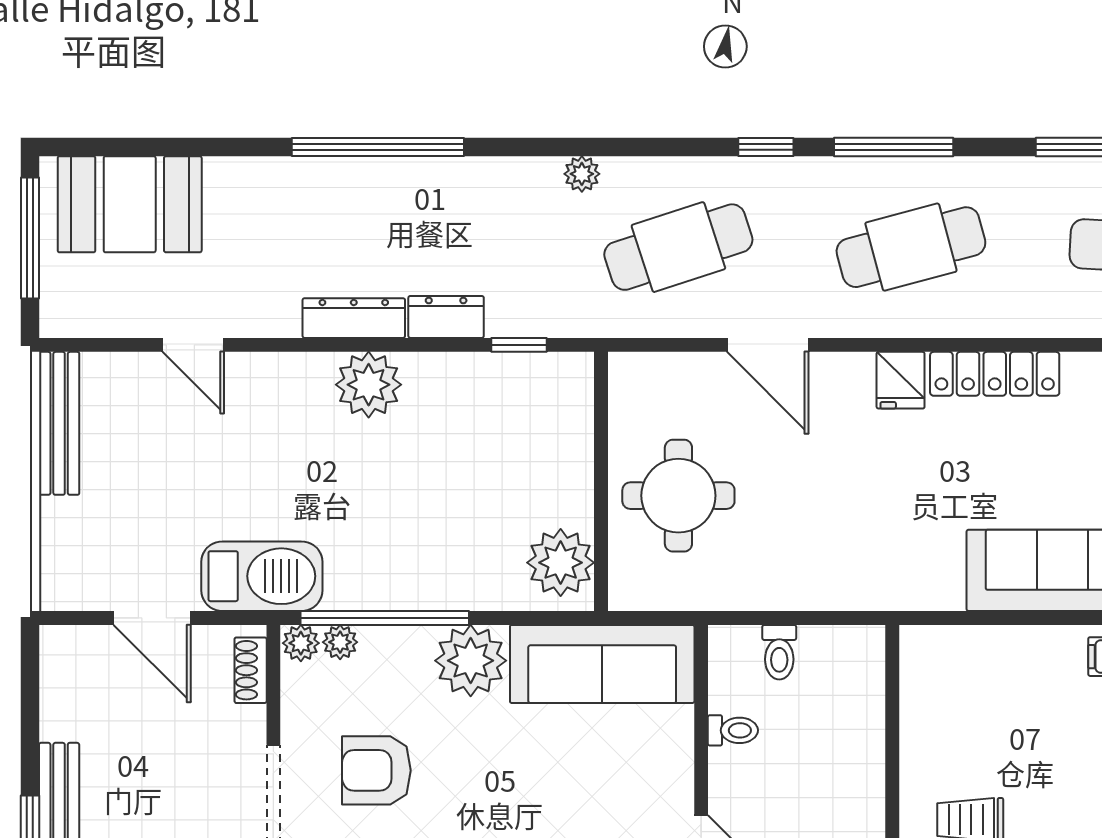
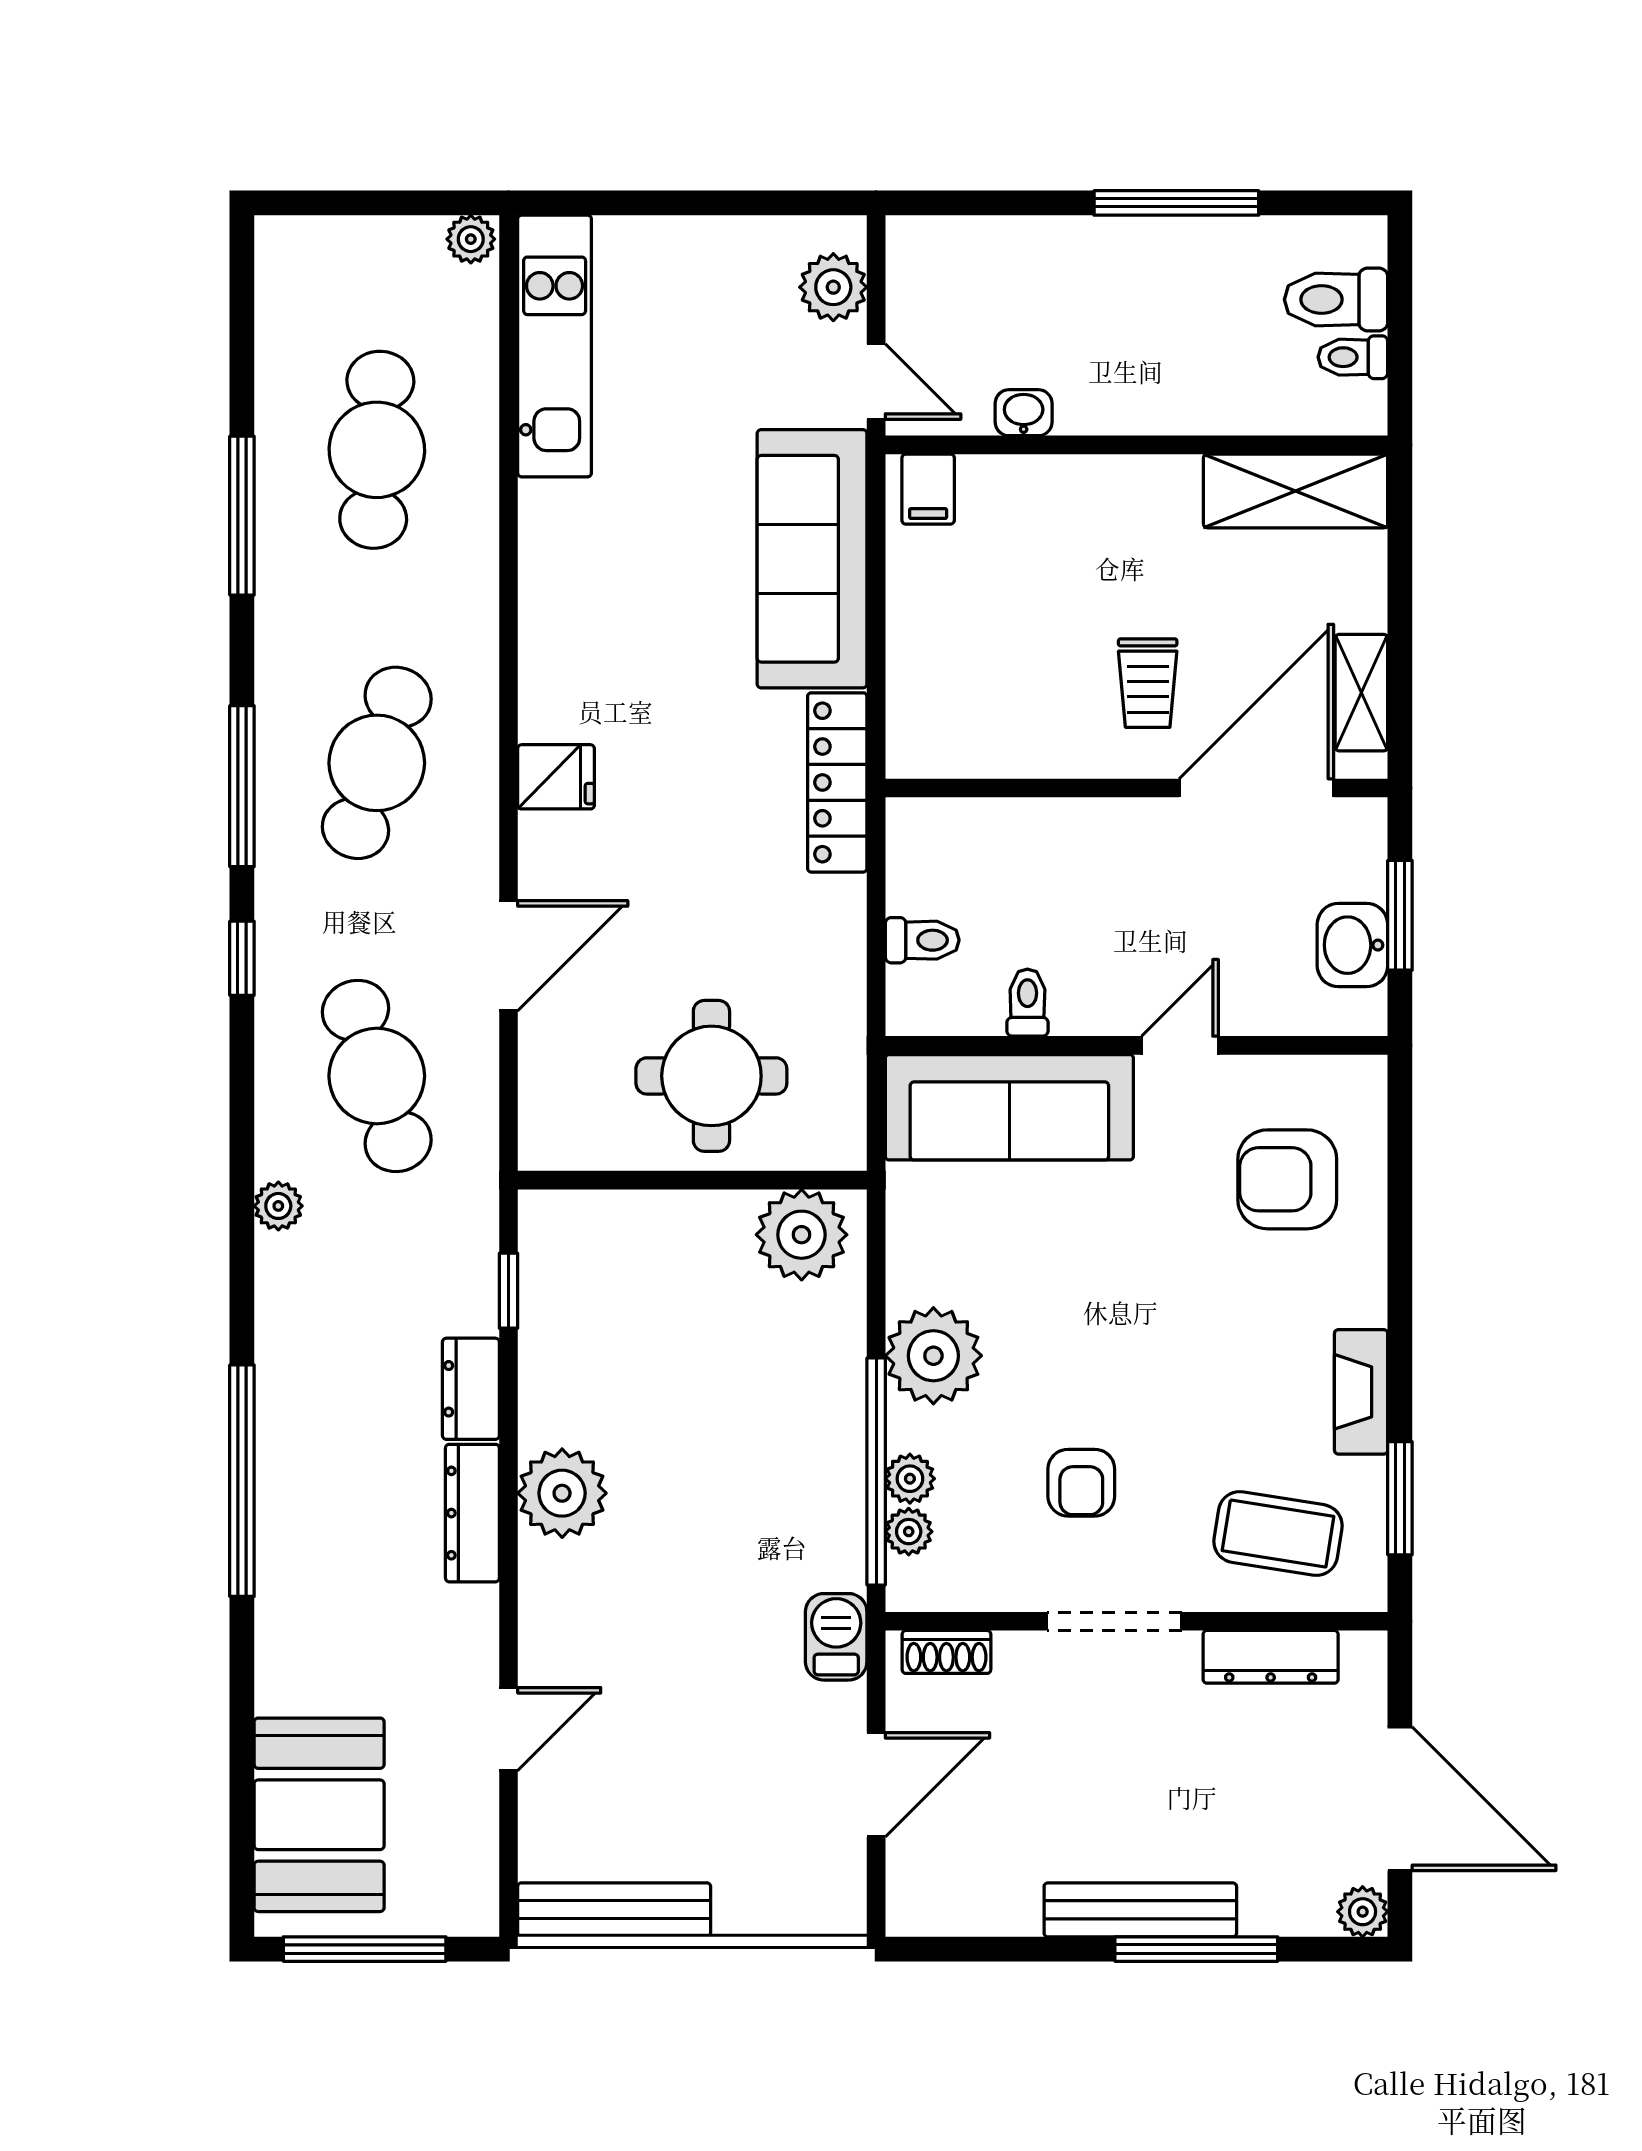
cafe table: (911, 247) -> (377, 763), turned 33
locker: (995, 374) -> (837, 782), moved, turned 180
barbecue: (262, 576) -> (836, 1637), width x0.53, depth x0.65
plant: (301, 643) -> (910, 1479), moved
sofa: (602, 664) -> (1009, 1107), moved, turned 90
armchair: (376, 770) -> (1081, 1483), width x0.72, depth x0.72

